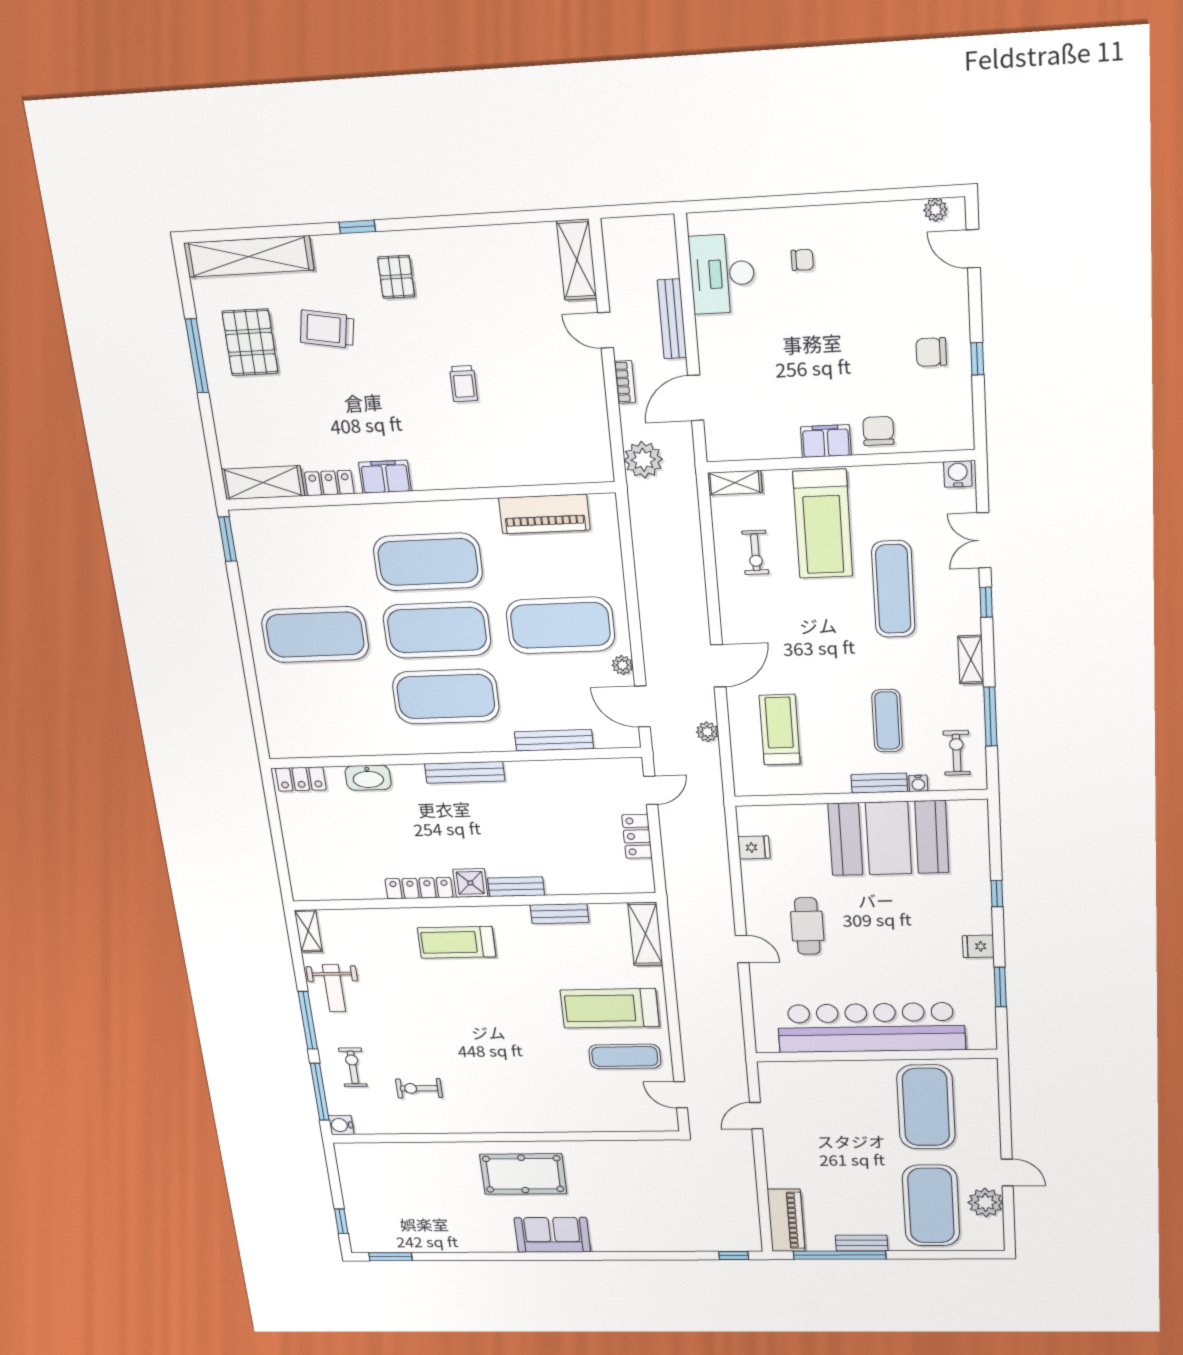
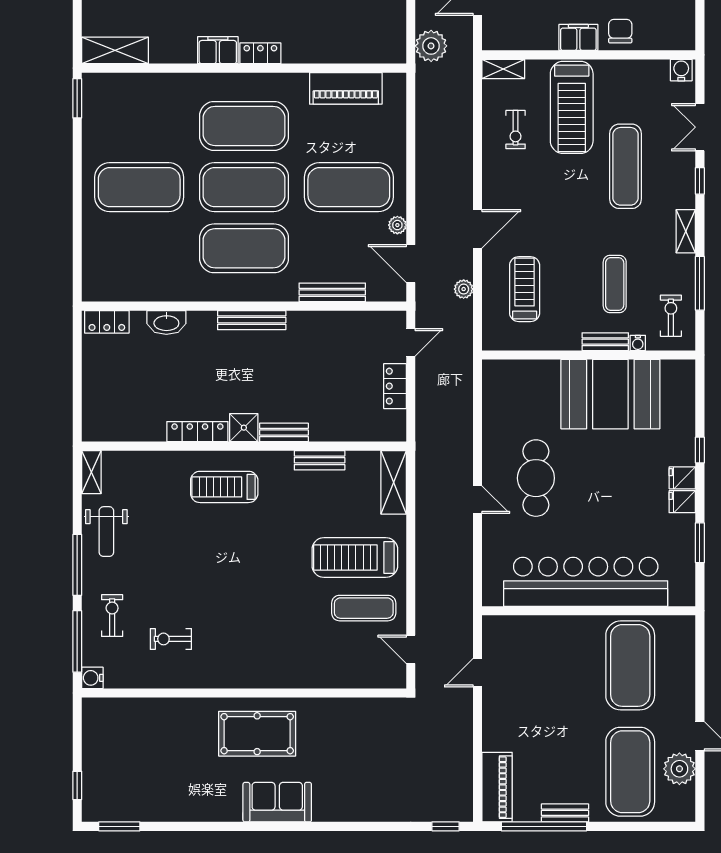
locker: (329, 483) -> (260, 53), moved
fridge: (754, 847) -> (682, 478), moved, turned 180
cafe table: (807, 926) -> (536, 478), width x1.37, depth x1.35

